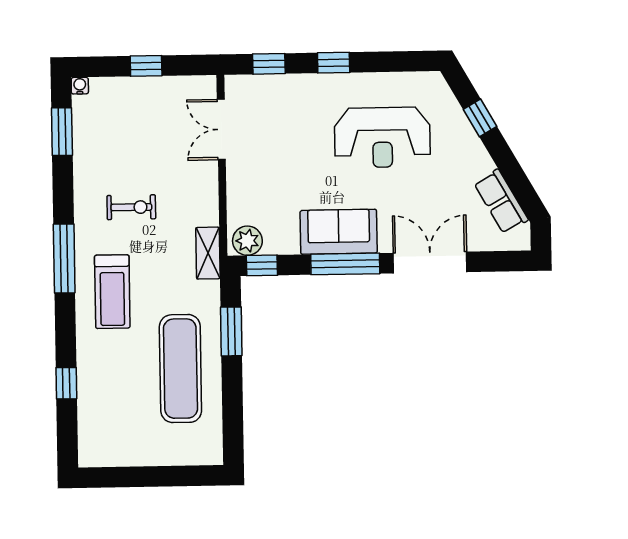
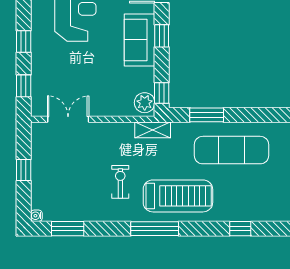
double door: (221, 129) -> (68, 119), swing flipped
window: (345, 264) -> (162, 36), width x0.46
treadmill: (112, 292) -> (178, 196), width x1.37, depth x1.38

